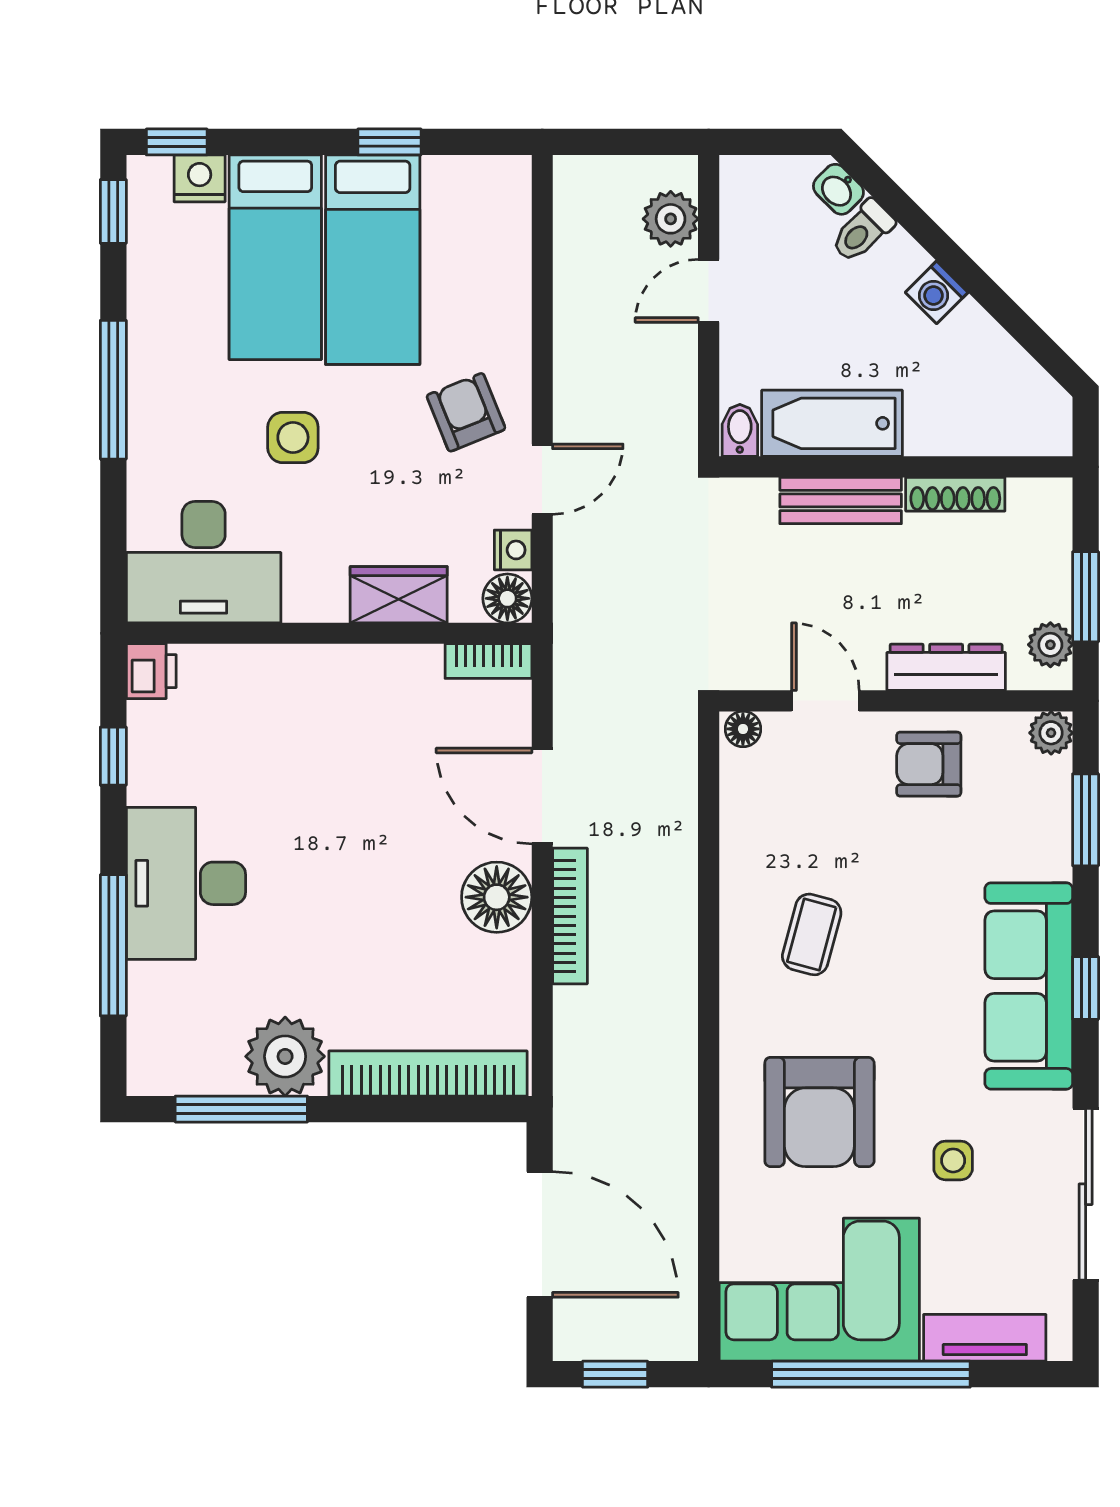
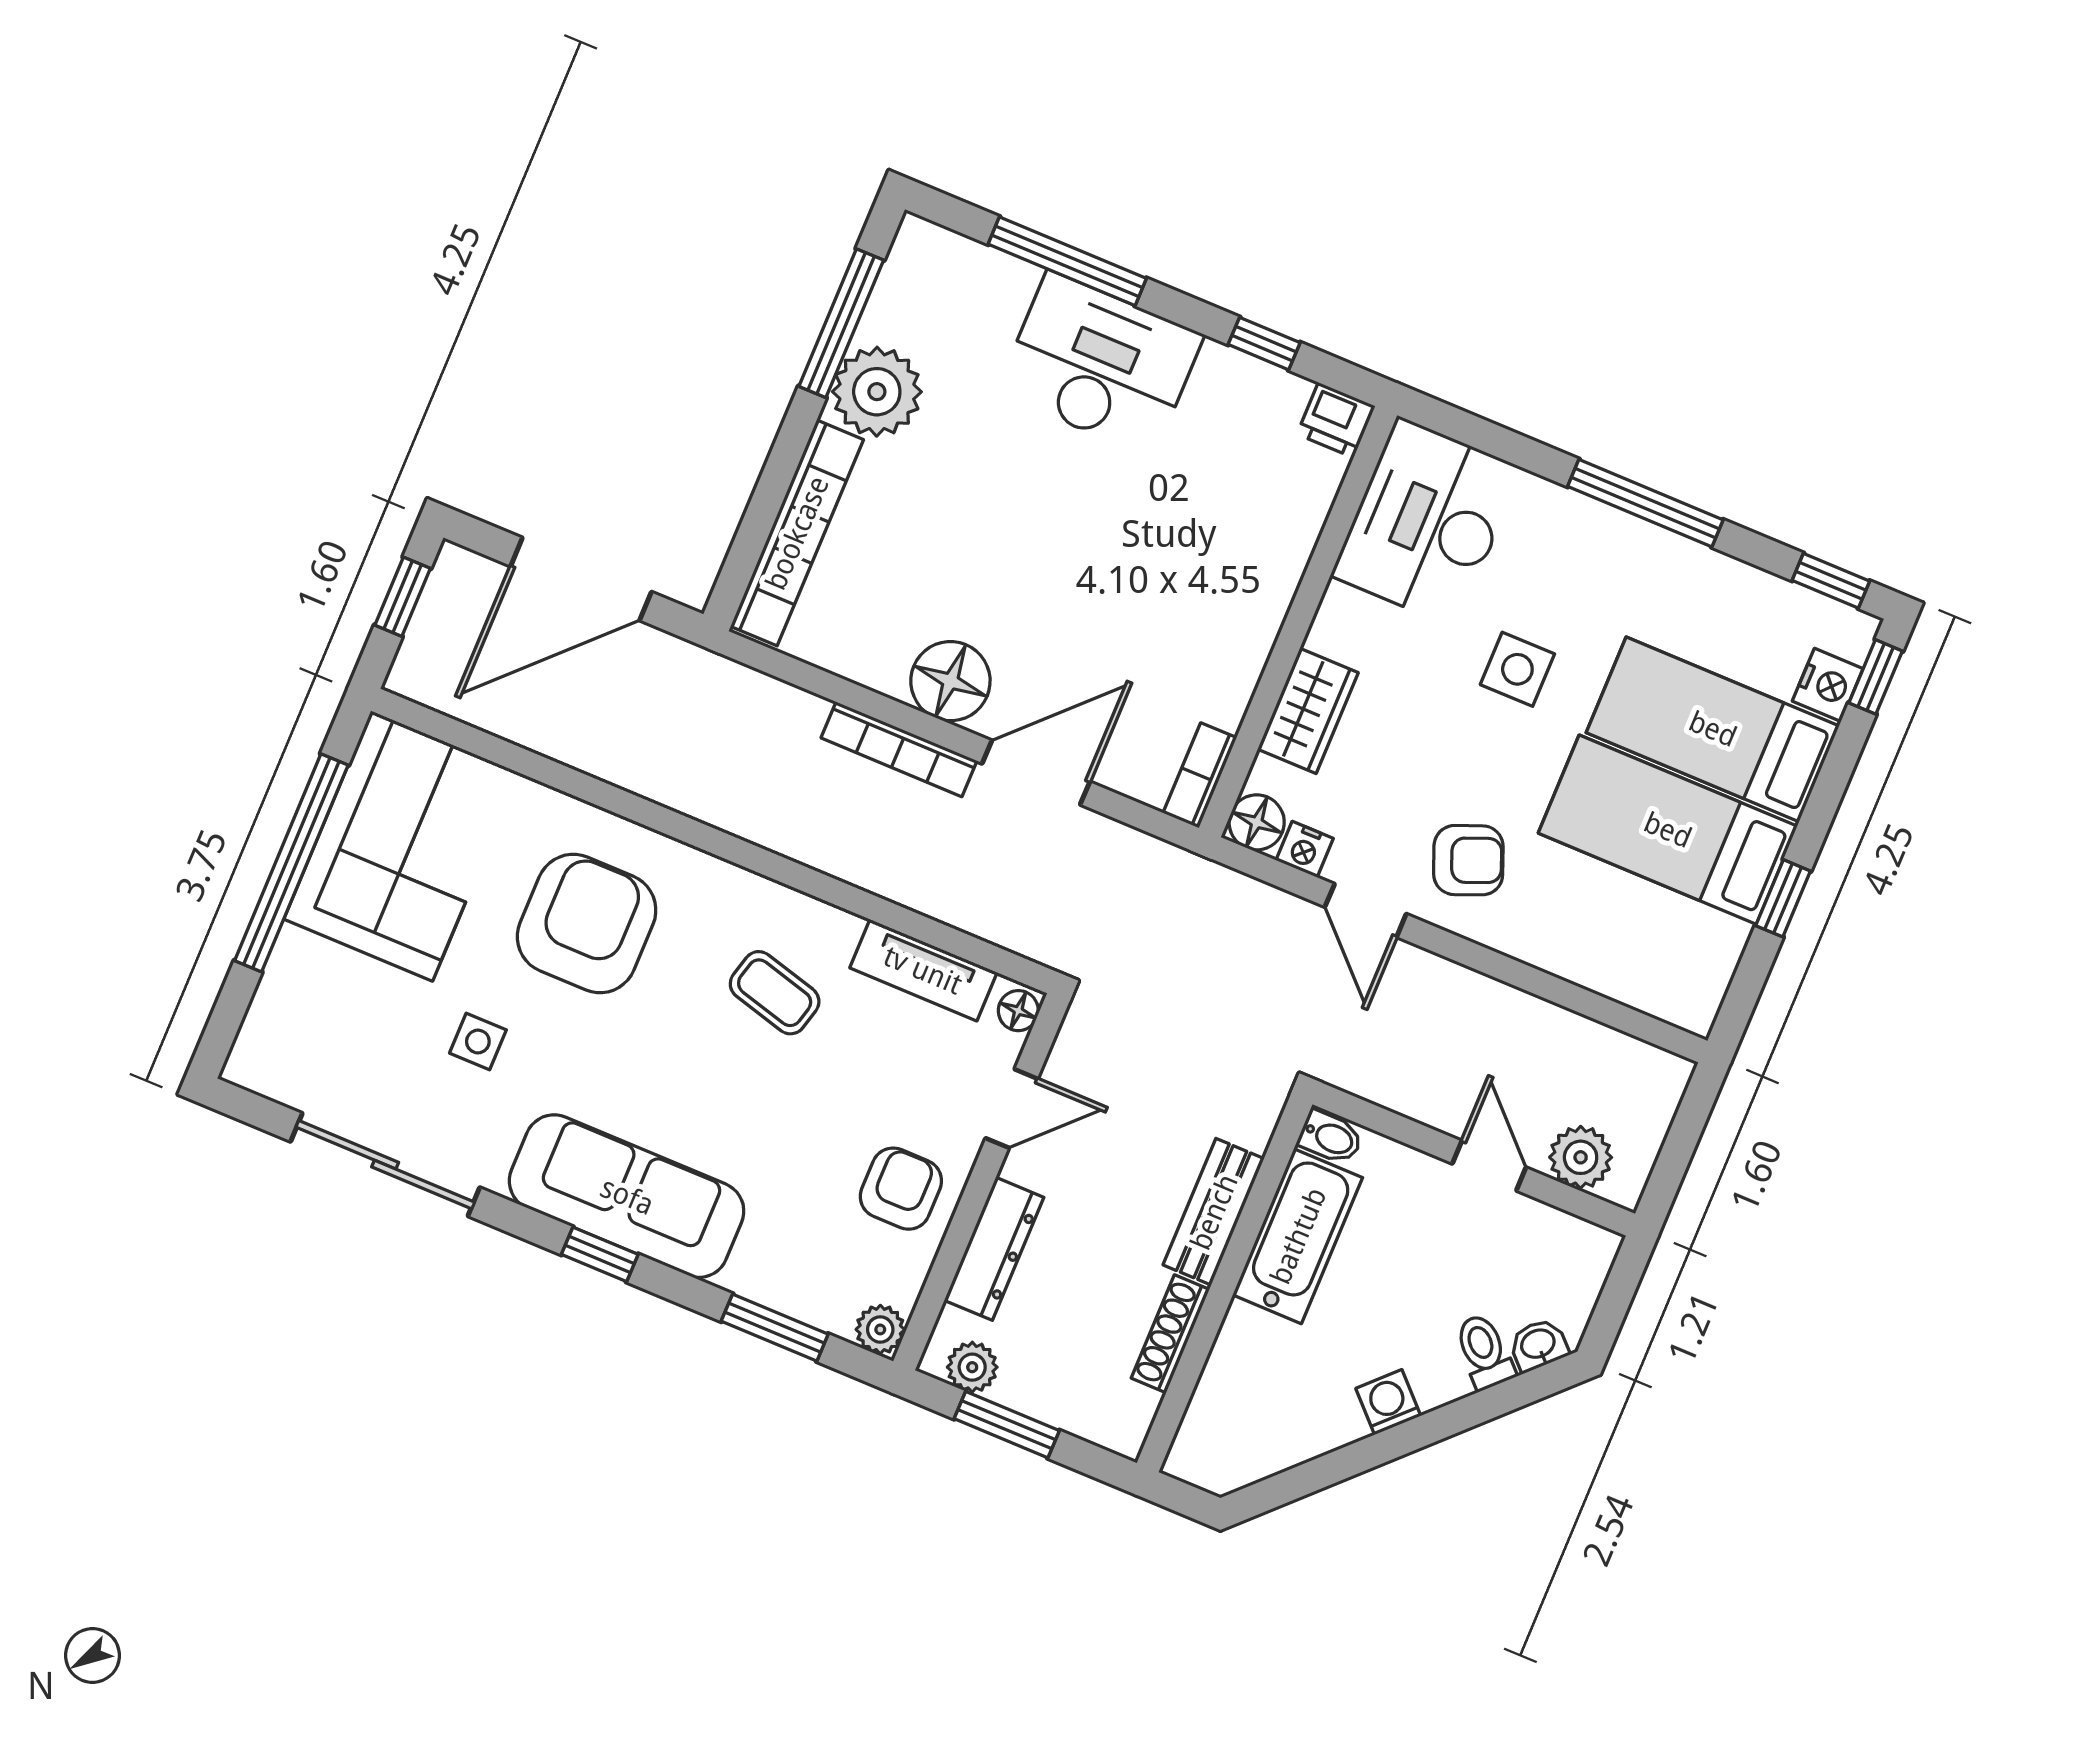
armchair: (819, 1112) -> (587, 924), turned 90
tv unit: (985, 1338) -> (923, 970), moved, turned 90

